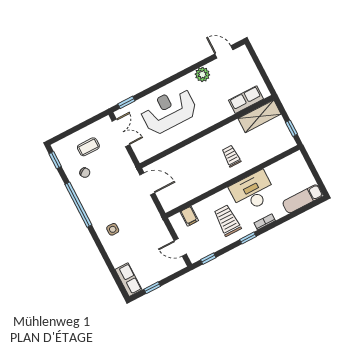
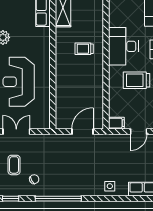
door: (147, 184) -> (82, 132), moved
filing cabinet: (189, 216) -> (116, 123), moved
side table: (113, 229) -> (110, 186), moved

